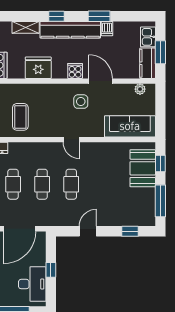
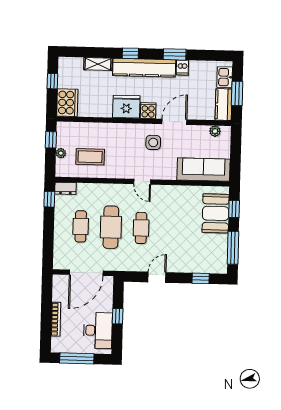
fridge: (38, 68) -> (126, 107), moved
door: (101, 81) -> (174, 122), hinge flipped
coffee table: (20, 117) -> (90, 157), turned 90
cafe table: (42, 184) -> (111, 227), width x1.37, depth x1.35

